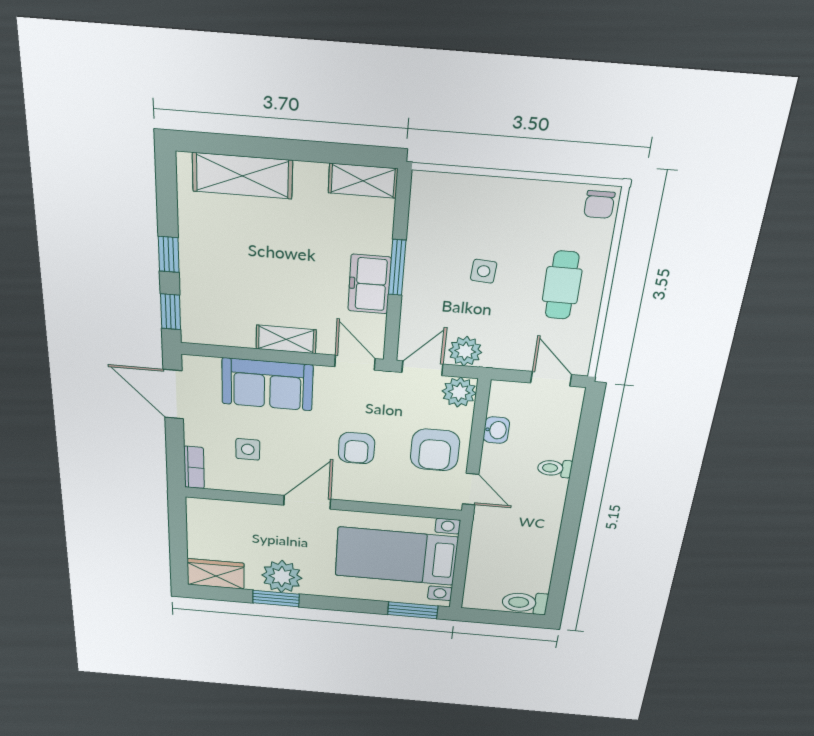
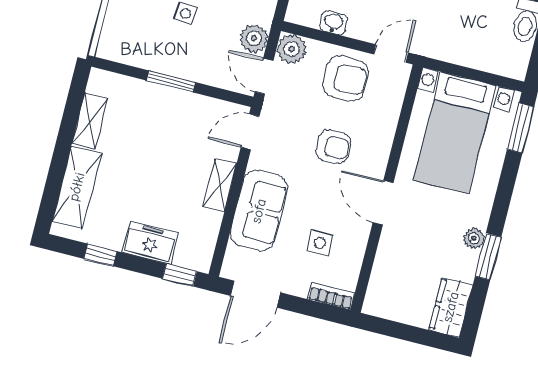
shelving: (363, 181) -> (90, 121), moved
window: (169, 254) -> (100, 255), moved
freezer: (369, 284) -> (150, 243), moved, turned 180
plant: (282, 577) -> (474, 238), width x0.53, depth x0.53

